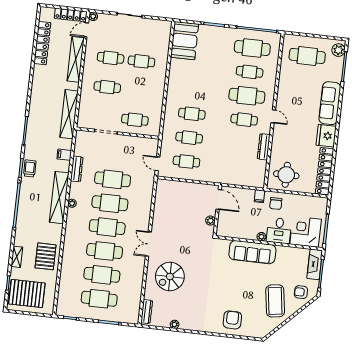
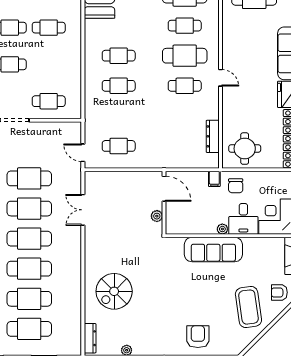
cafe table: (189, 138) -> (119, 56), moved
dresser: (264, 147) -> (213, 136), moved
double door: (148, 244) -> (83, 210), moved

